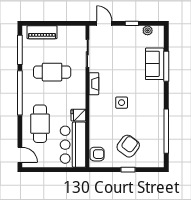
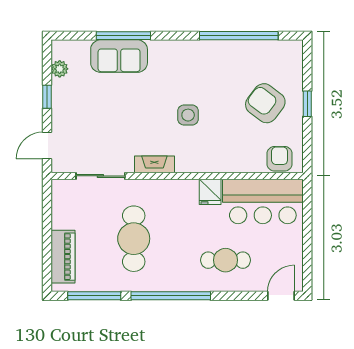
cafe table: (40, 124) -> (225, 260), width x0.73, depth x0.74

